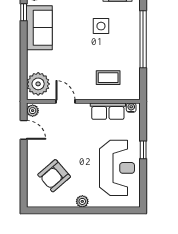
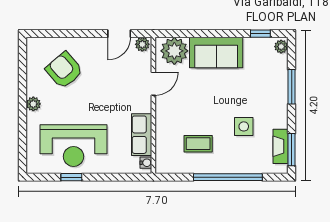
sofa: (39, 28) -> (216, 53), moved
coffee table: (108, 78) -> (198, 144), moved, turned 90
window: (143, 150) -> (71, 177), moved

